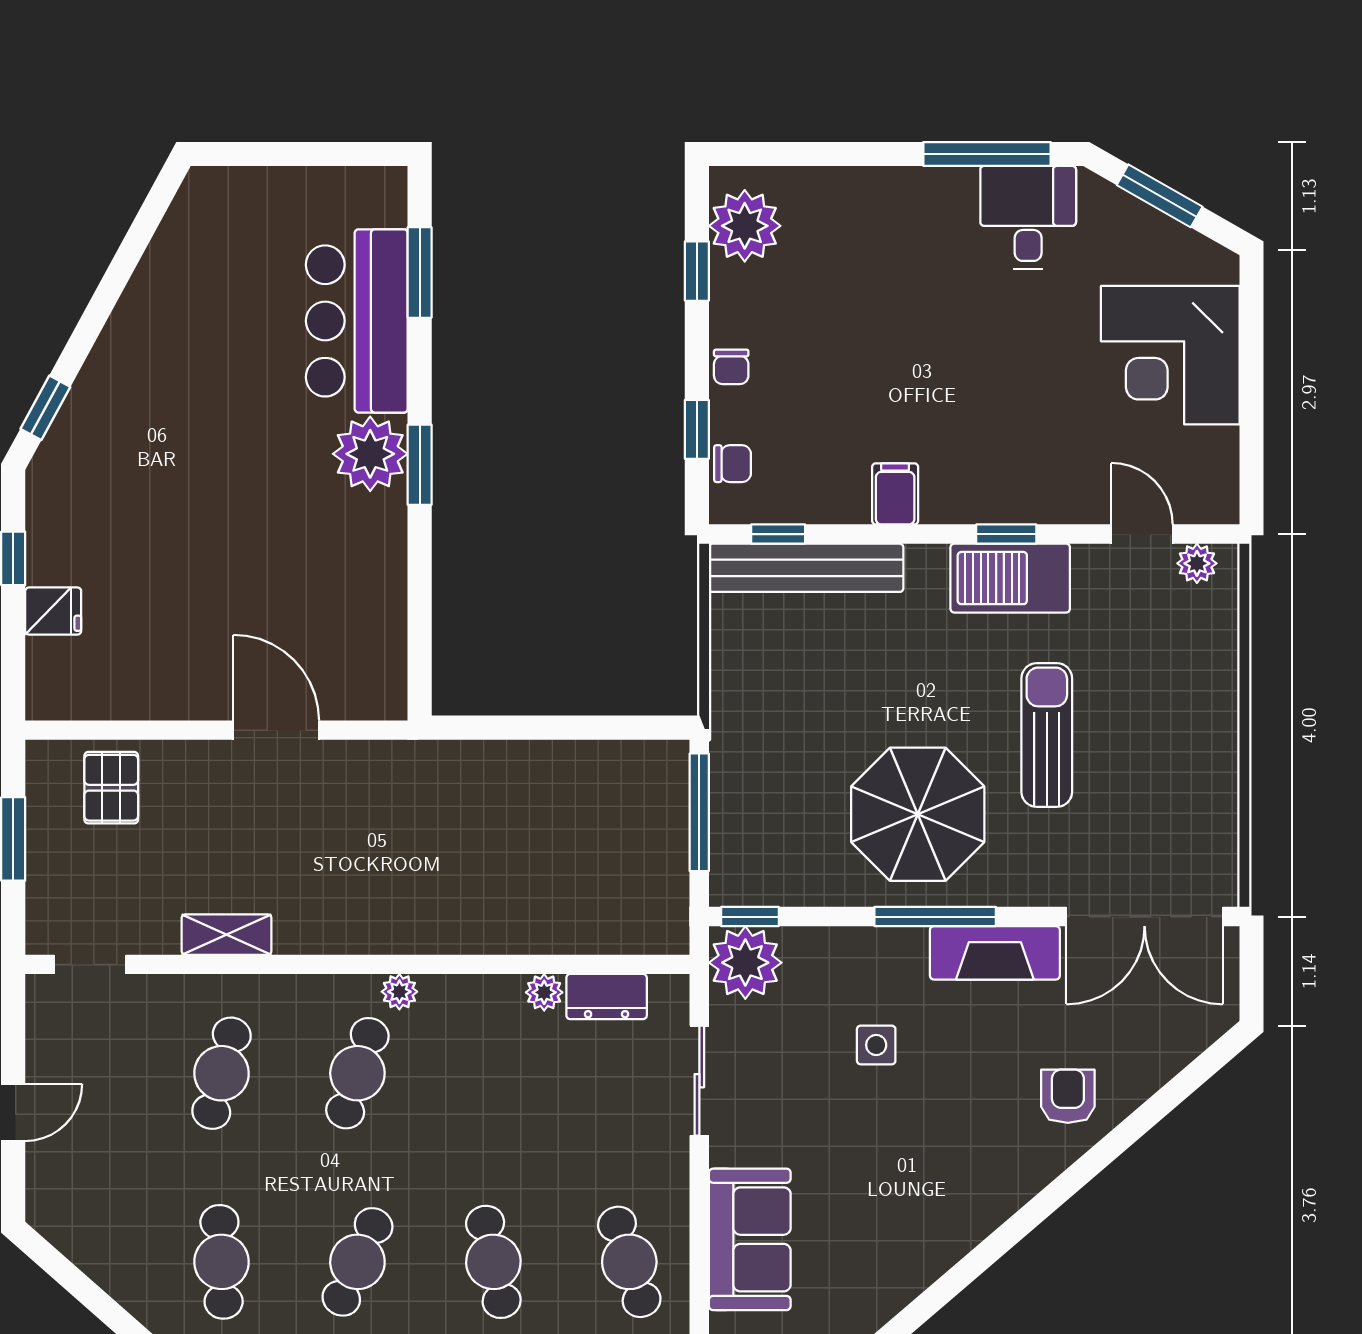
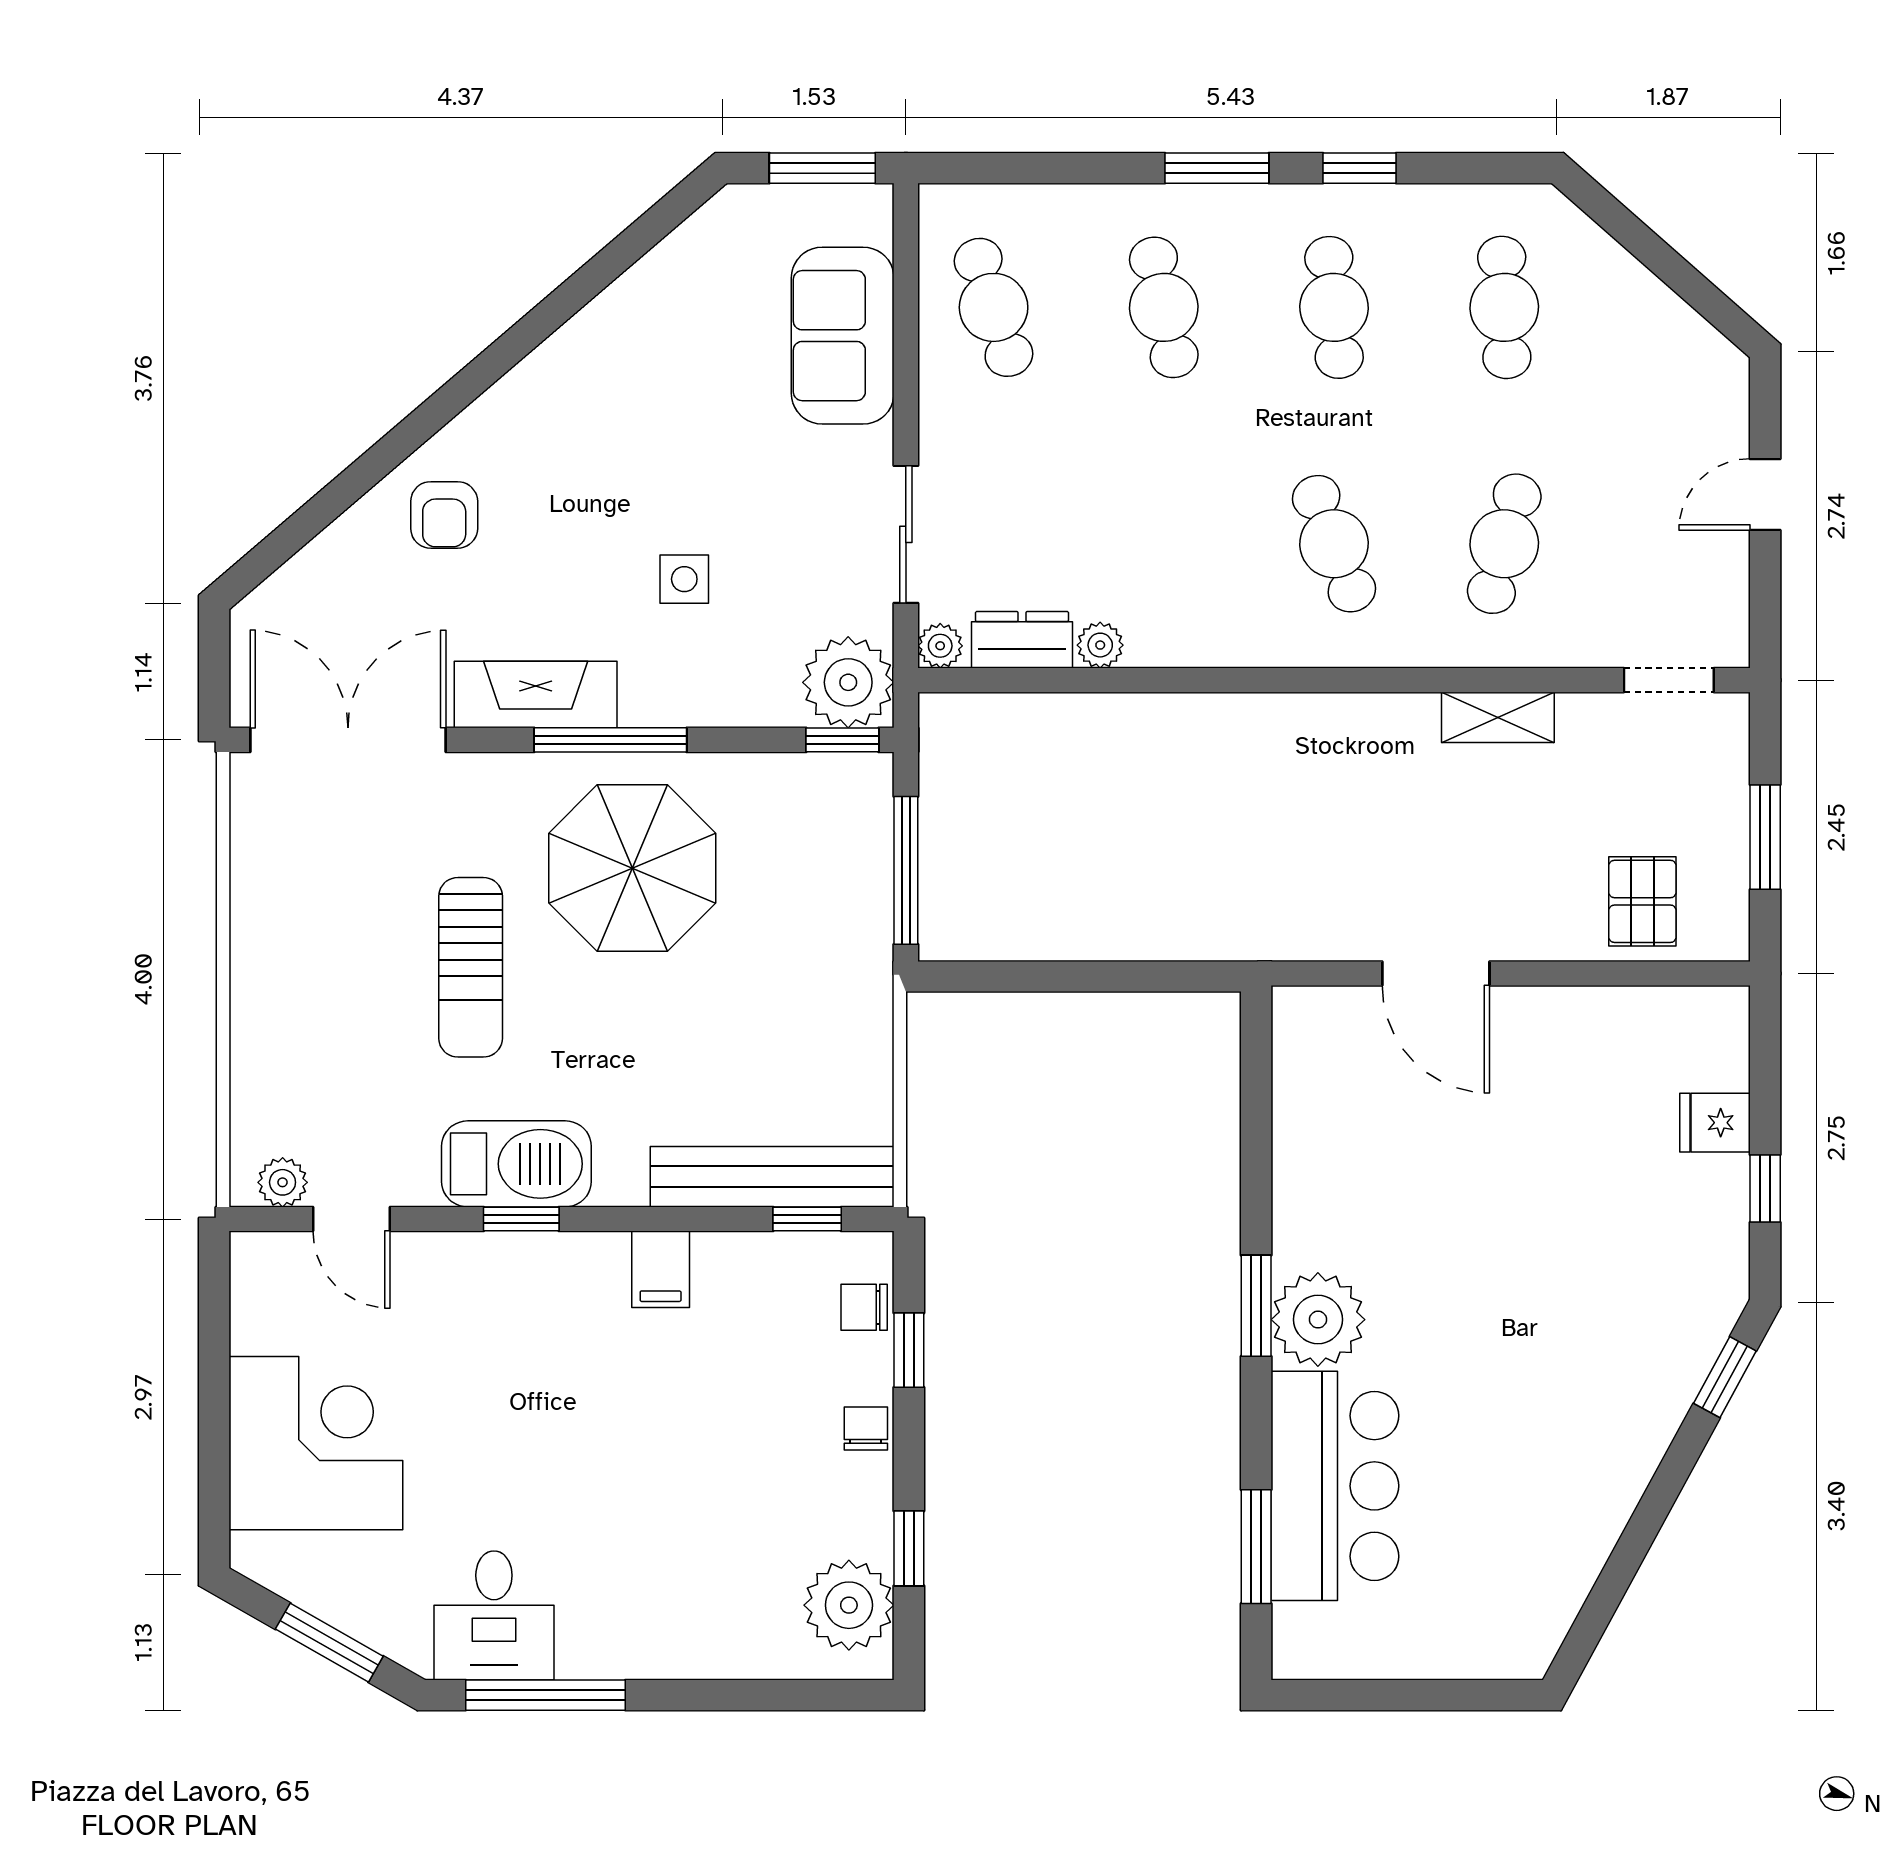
plant: (399, 992) -> (940, 646), moved
cafe table: (357, 1073) -> (1334, 544), turned -39
cafe table: (357, 1262) -> (1334, 307), turned -30

